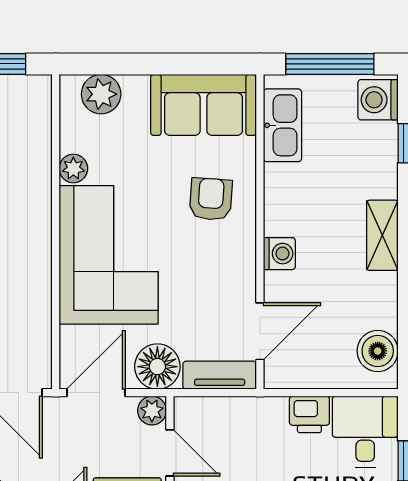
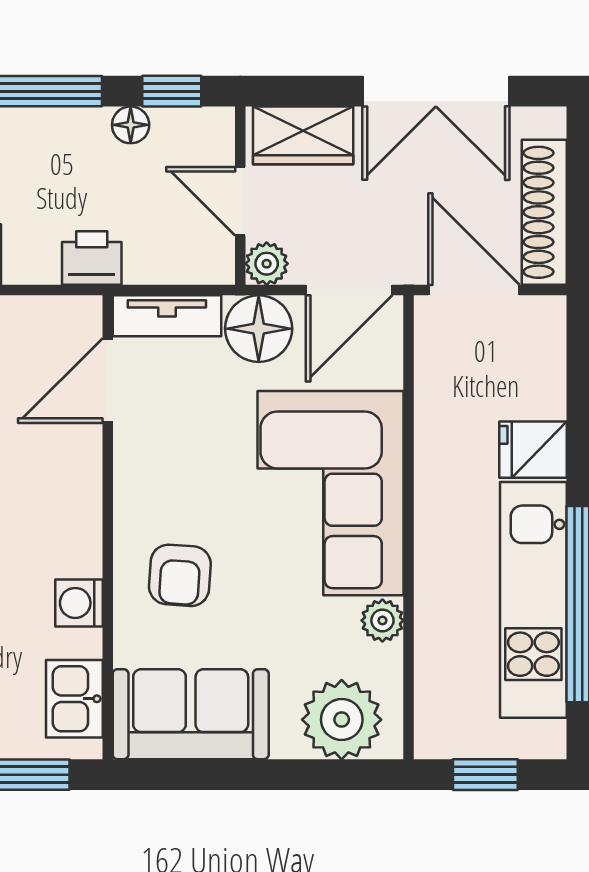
plant: (101, 94) -> (342, 720), width x1.36, depth x1.36
kitchen sink: (282, 125) -> (74, 699), width x0.73
washing machine: (279, 254) -> (79, 603), moved
printer: (309, 414) -> (92, 258), moved

